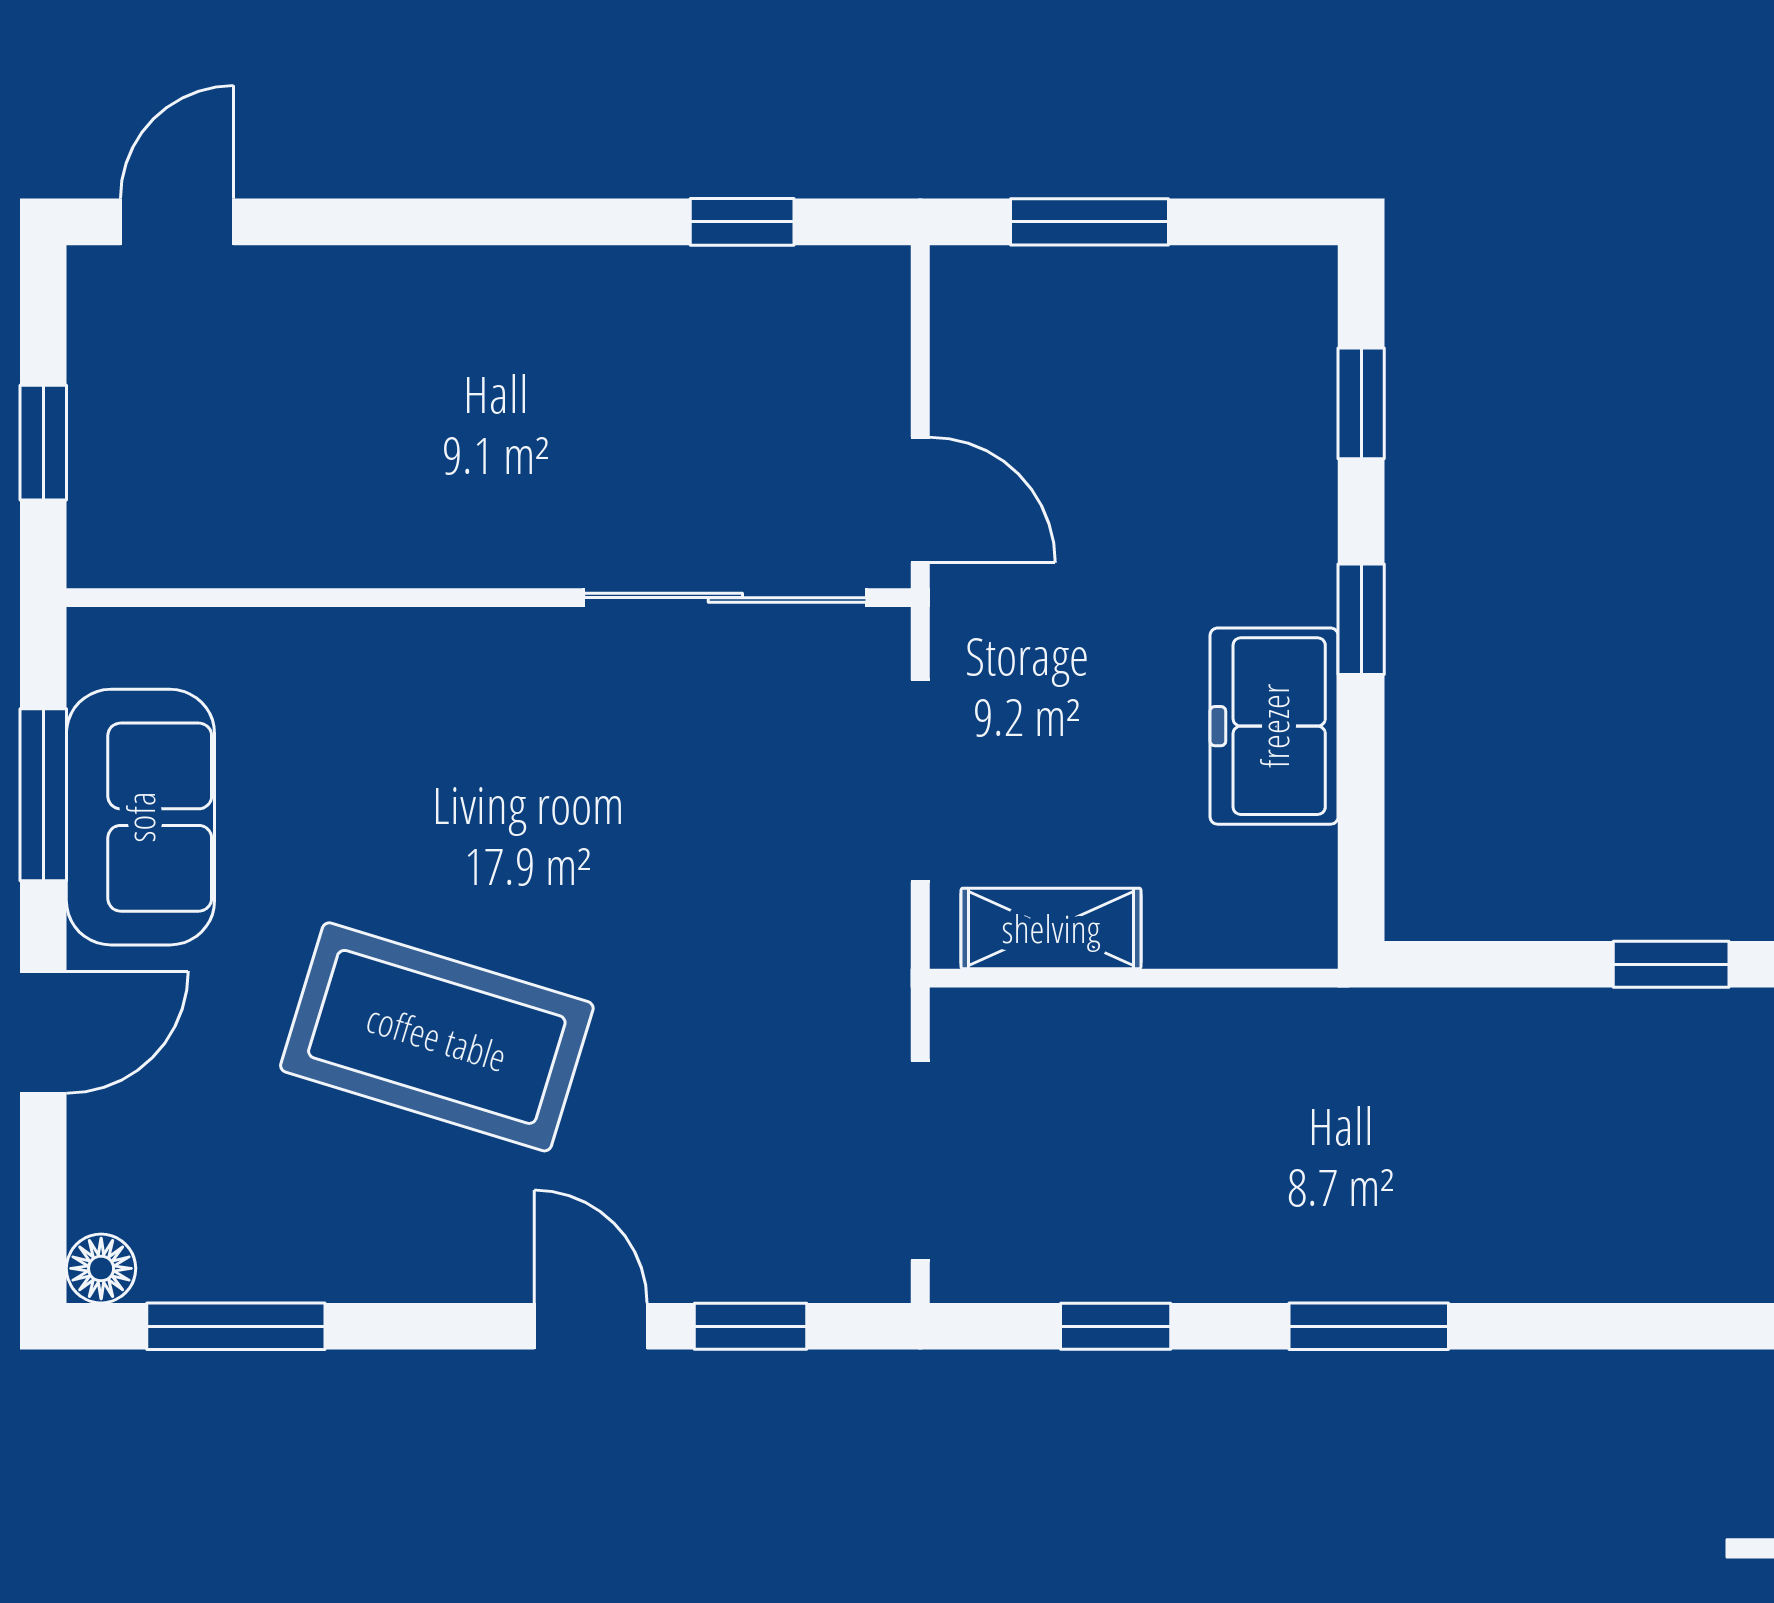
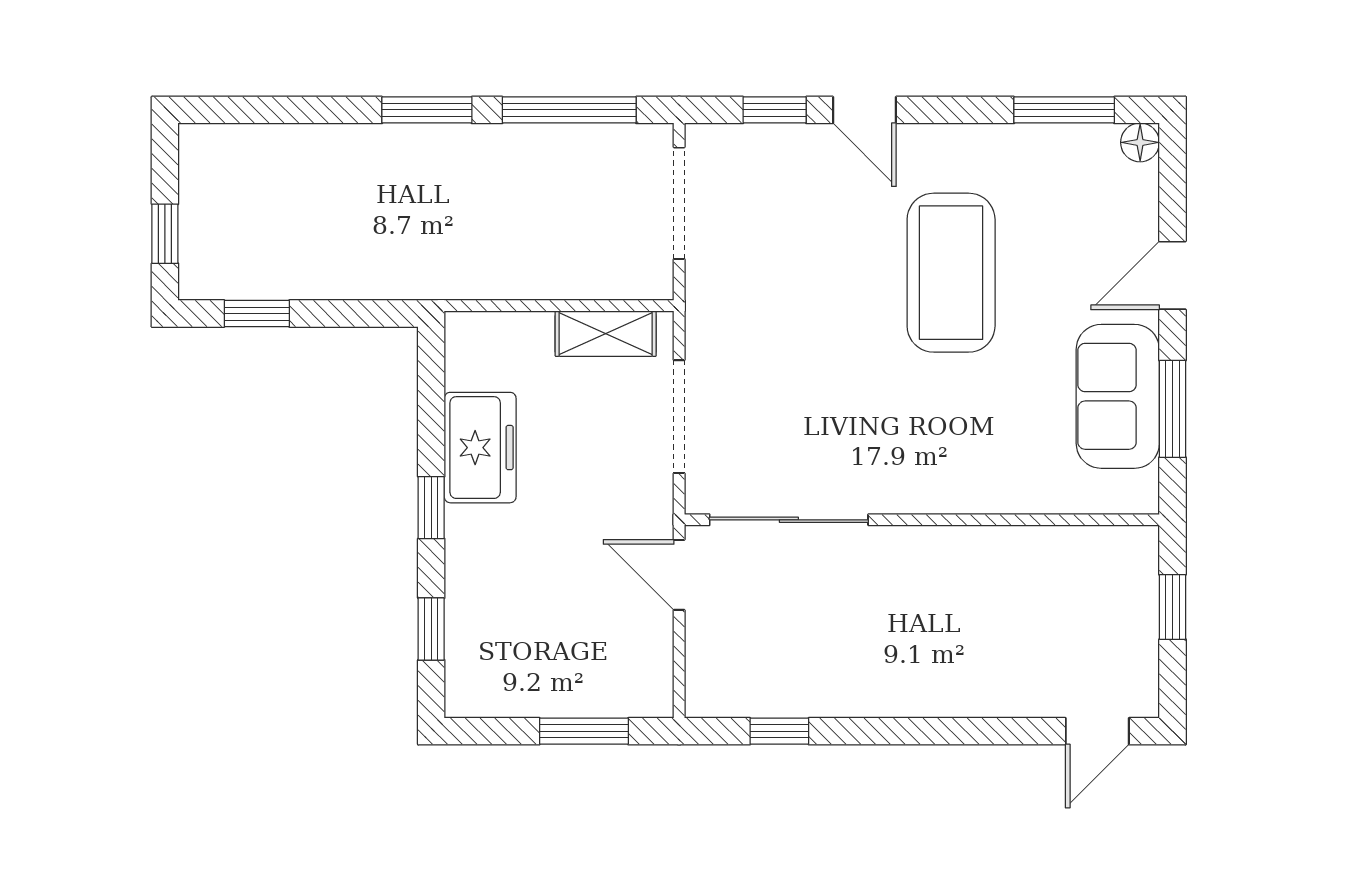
coffee table: (437, 1037) -> (951, 273), turned 73
window: (1116, 1326) -> (569, 110), width x2.17

